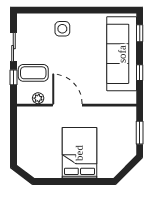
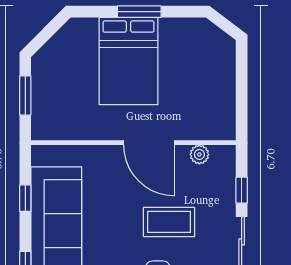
coffee table: (33, 73) -> (169, 222), moved
window: (73, 182) -> (139, 12), added

